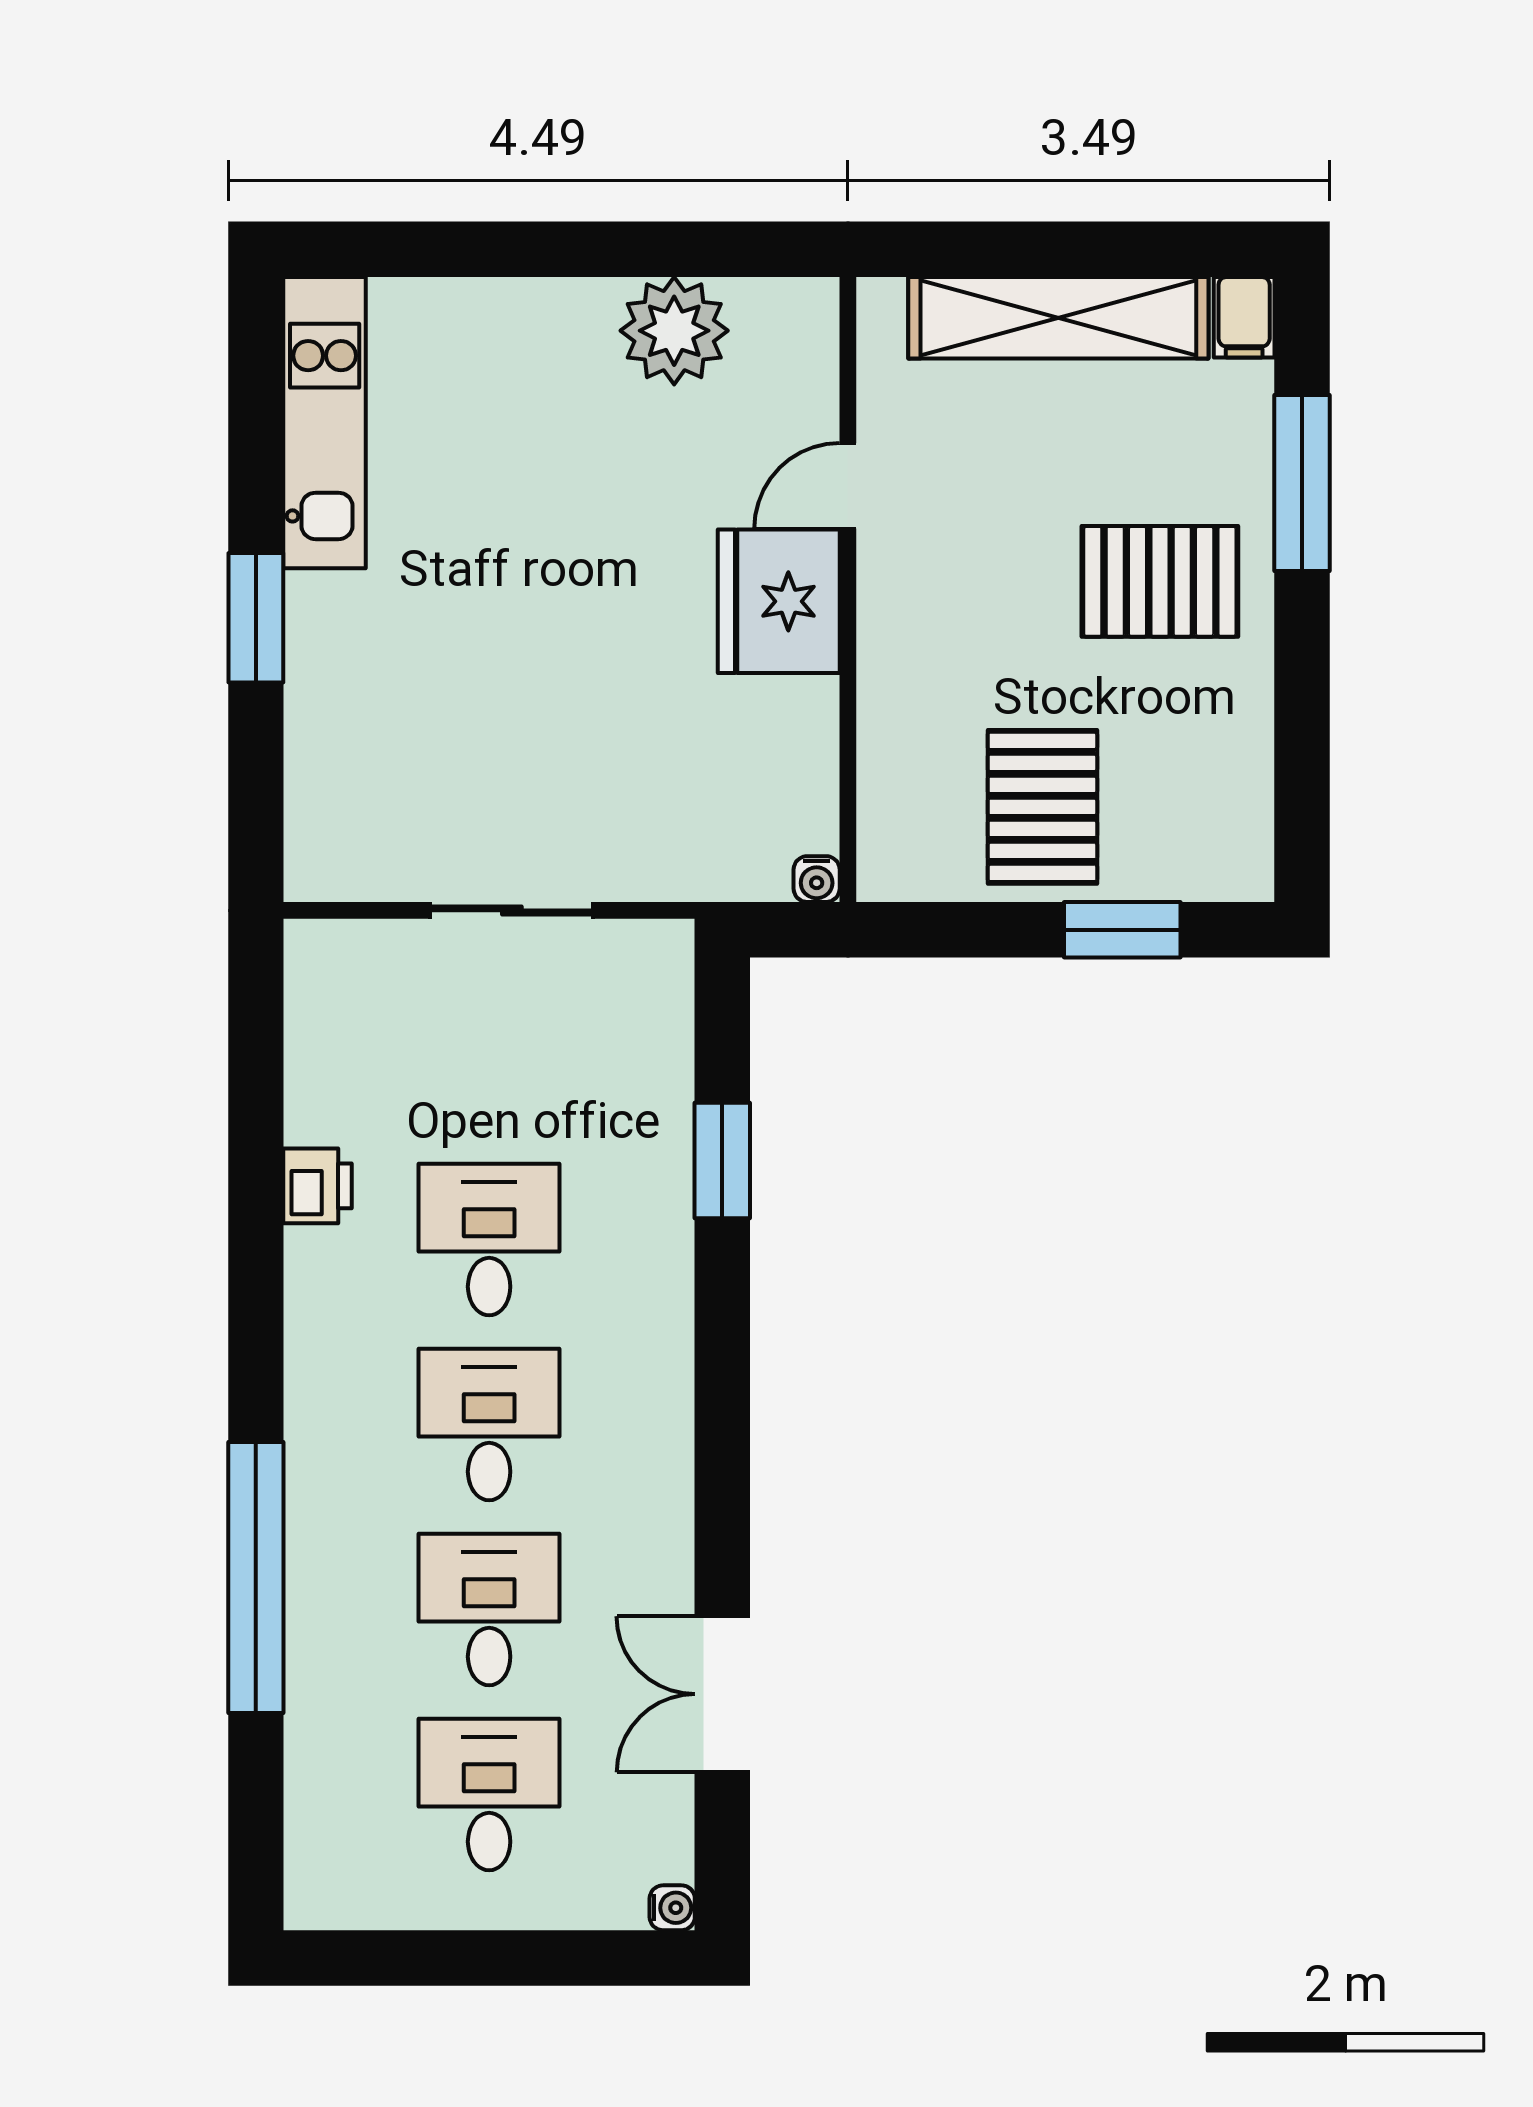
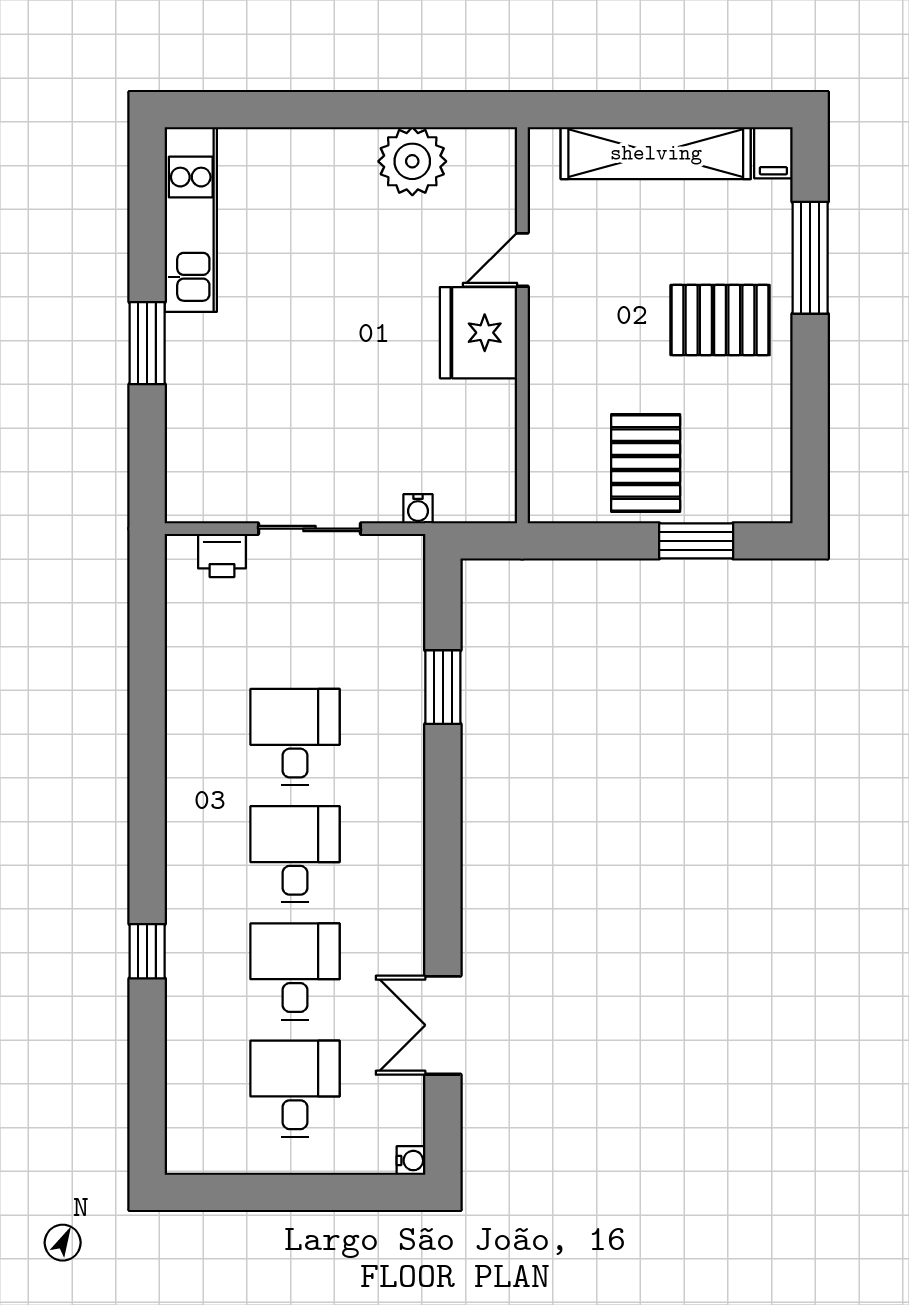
water cooler: (817, 879) -> (418, 509), moved
printer: (318, 1186) -> (222, 555), moved, turned 90
window: (256, 1577) -> (147, 951), width x0.32

